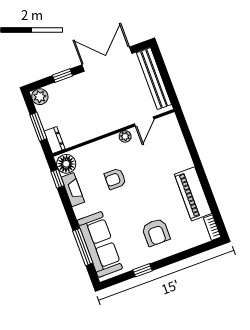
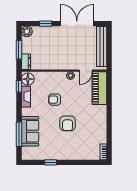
piano: (193, 194) -> (99, 88), moved
armchair: (156, 232) -> (68, 123), moved
sofa: (100, 244) -> (30, 131), width x0.73

